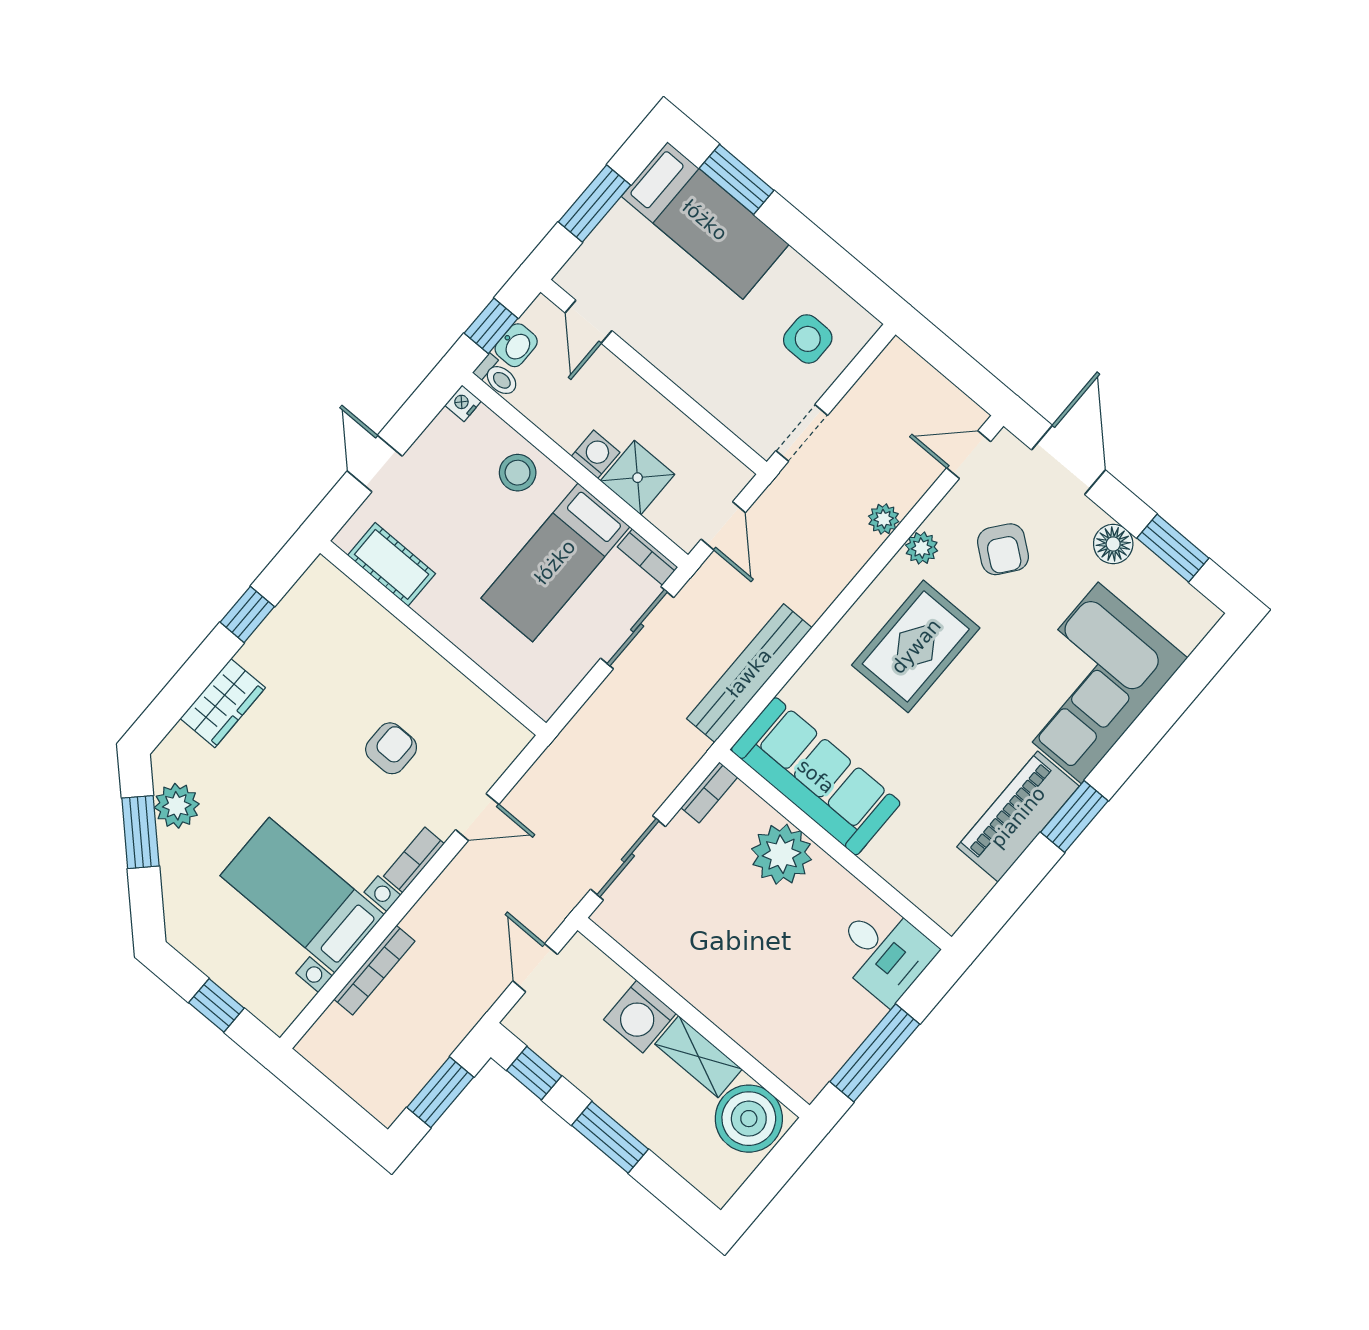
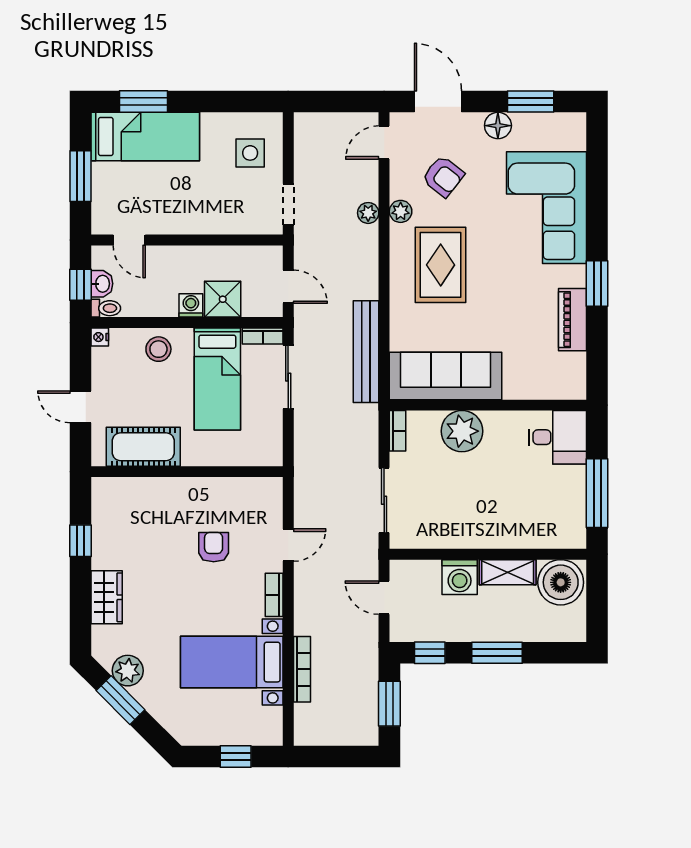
cot: (392, 564) -> (143, 447), width x1.37, depth x1.34
piano: (1018, 817) -> (572, 320), width x0.73, depth x0.75

